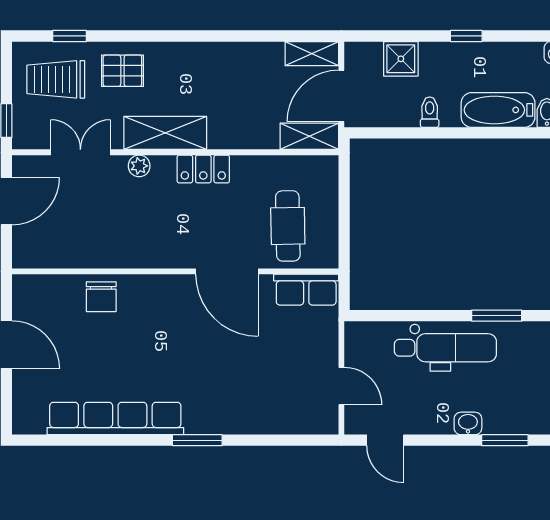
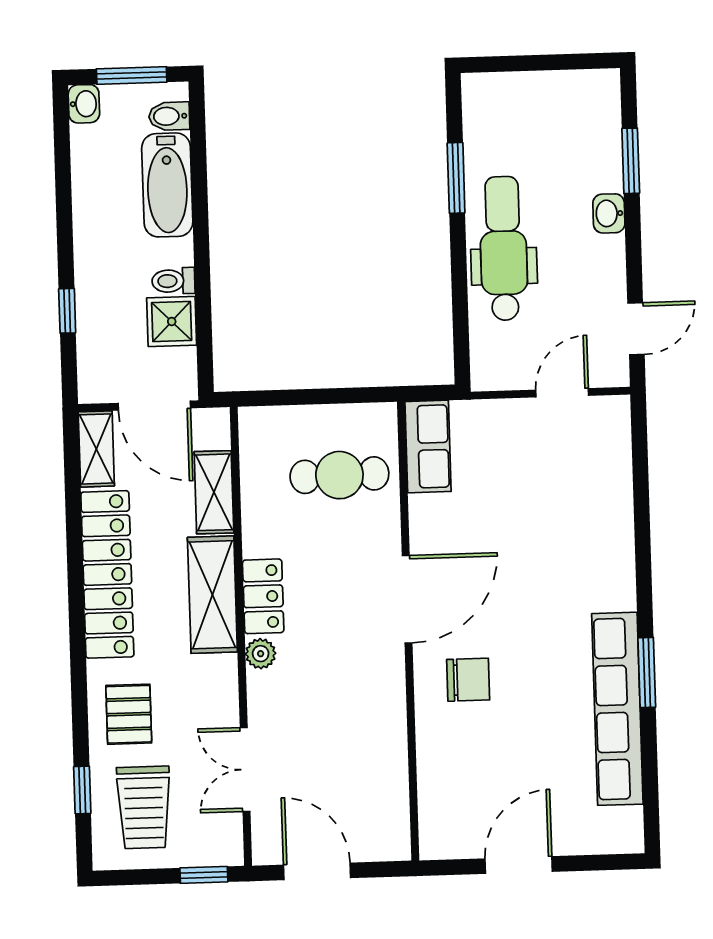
window: (466, 36) -> (67, 311), moved
locker: (222, 59) -> (107, 574), added
shower: (401, 59) -> (172, 322), moved
shelving: (165, 133) -> (212, 595), moved
shelving: (309, 136) -> (214, 492), moved
plant: (139, 166) -> (261, 654), moved
door: (227, 271) -> (407, 599), moved
chair: (101, 297) -> (468, 680), moved
window: (197, 440) -> (647, 672), moved

